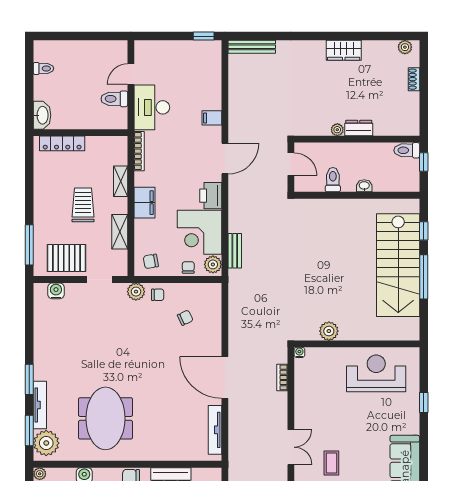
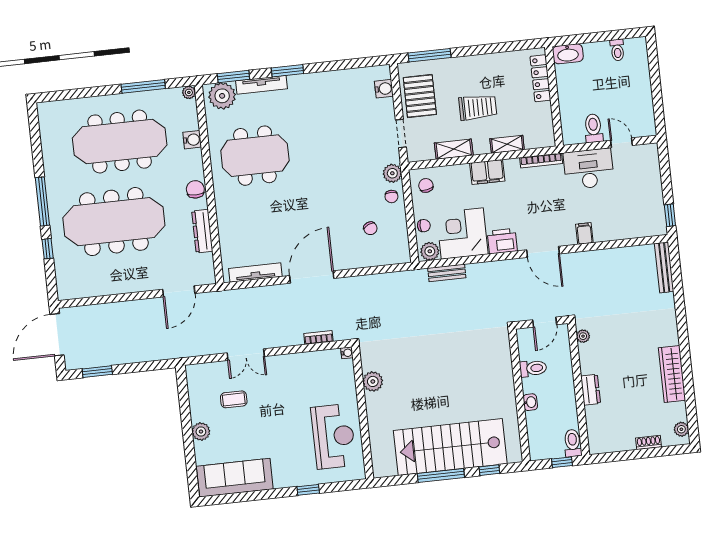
wardrobe: (344, 50) -> (672, 374), width x1.50
plant: (337, 130) -> (583, 336), moved

